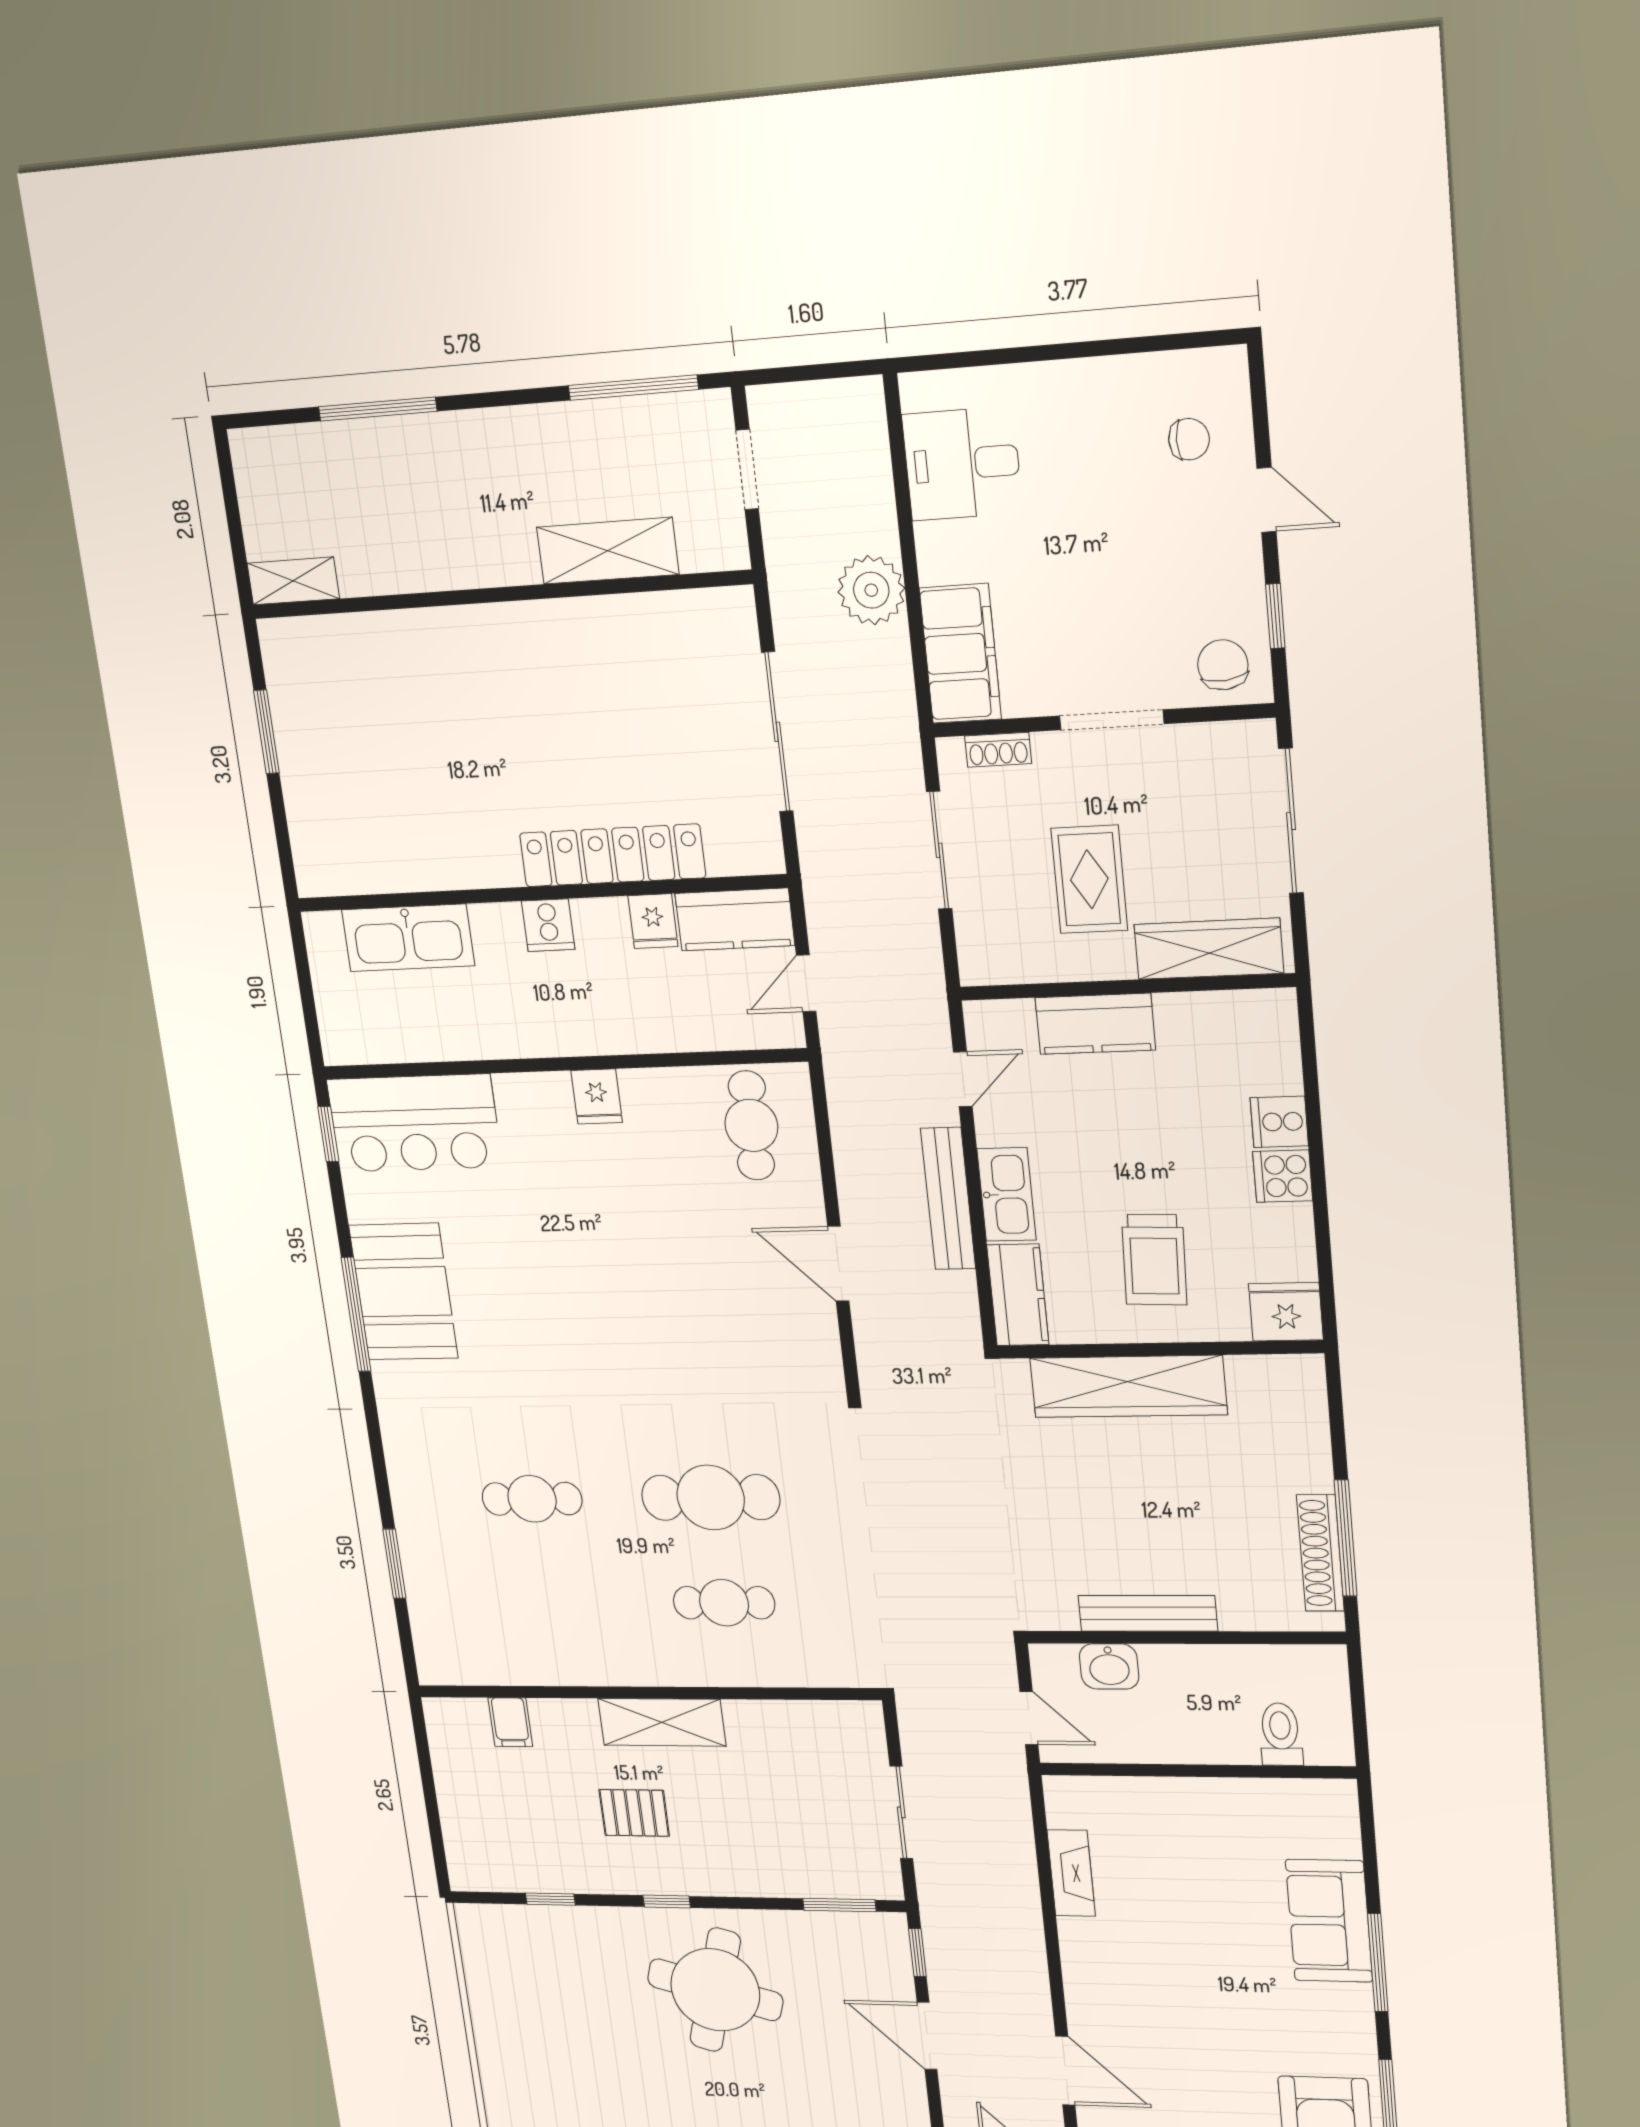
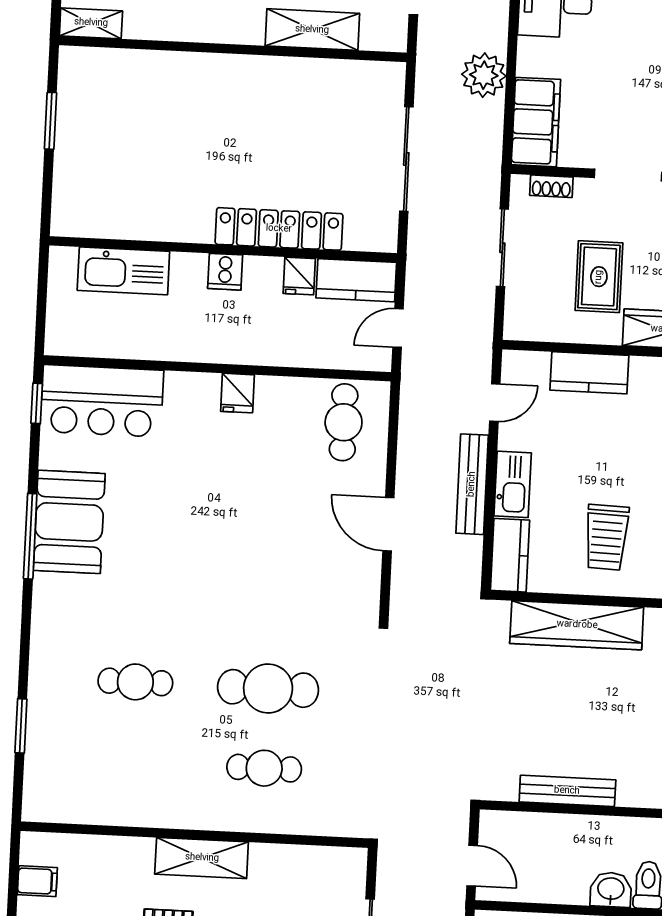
washbasin: (1109, 1666) -> (611, 890), moved, turned 180
filing cabinet: (510, 1722) -> (37, 881), moved, turned -90

